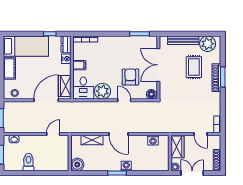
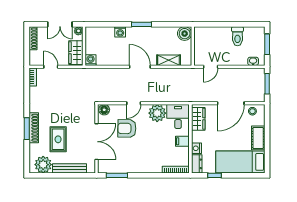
armchair: (130, 77) -> (127, 128), turned 91
door: (46, 100) -> (231, 103), moved
door: (124, 100) -> (134, 103), hinge flipped
washing machine: (153, 140) -> (91, 60), moved
washing machine: (126, 166) -> (120, 32), moved

